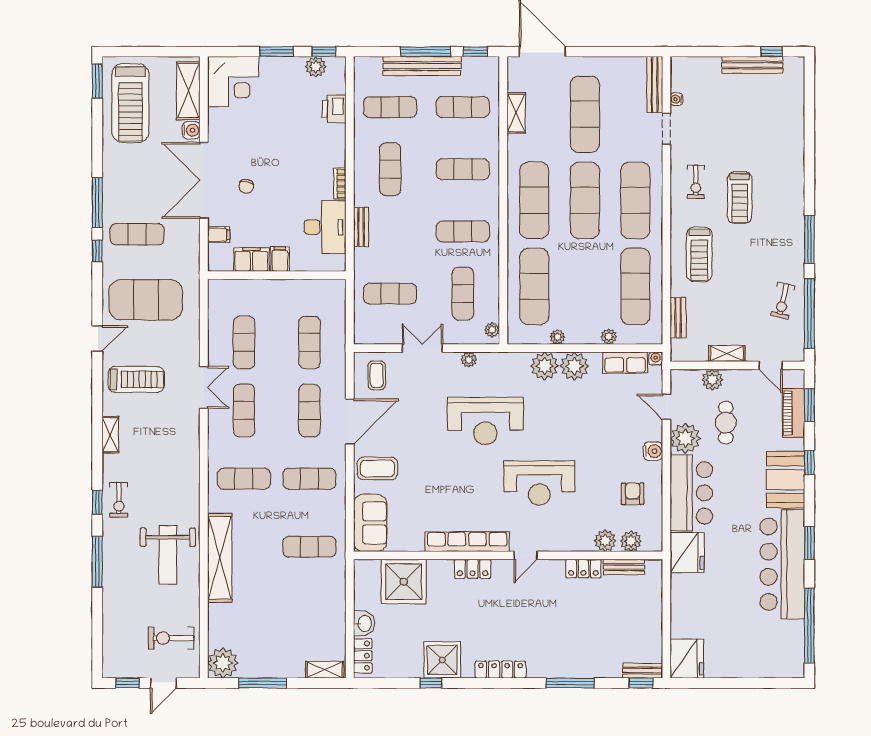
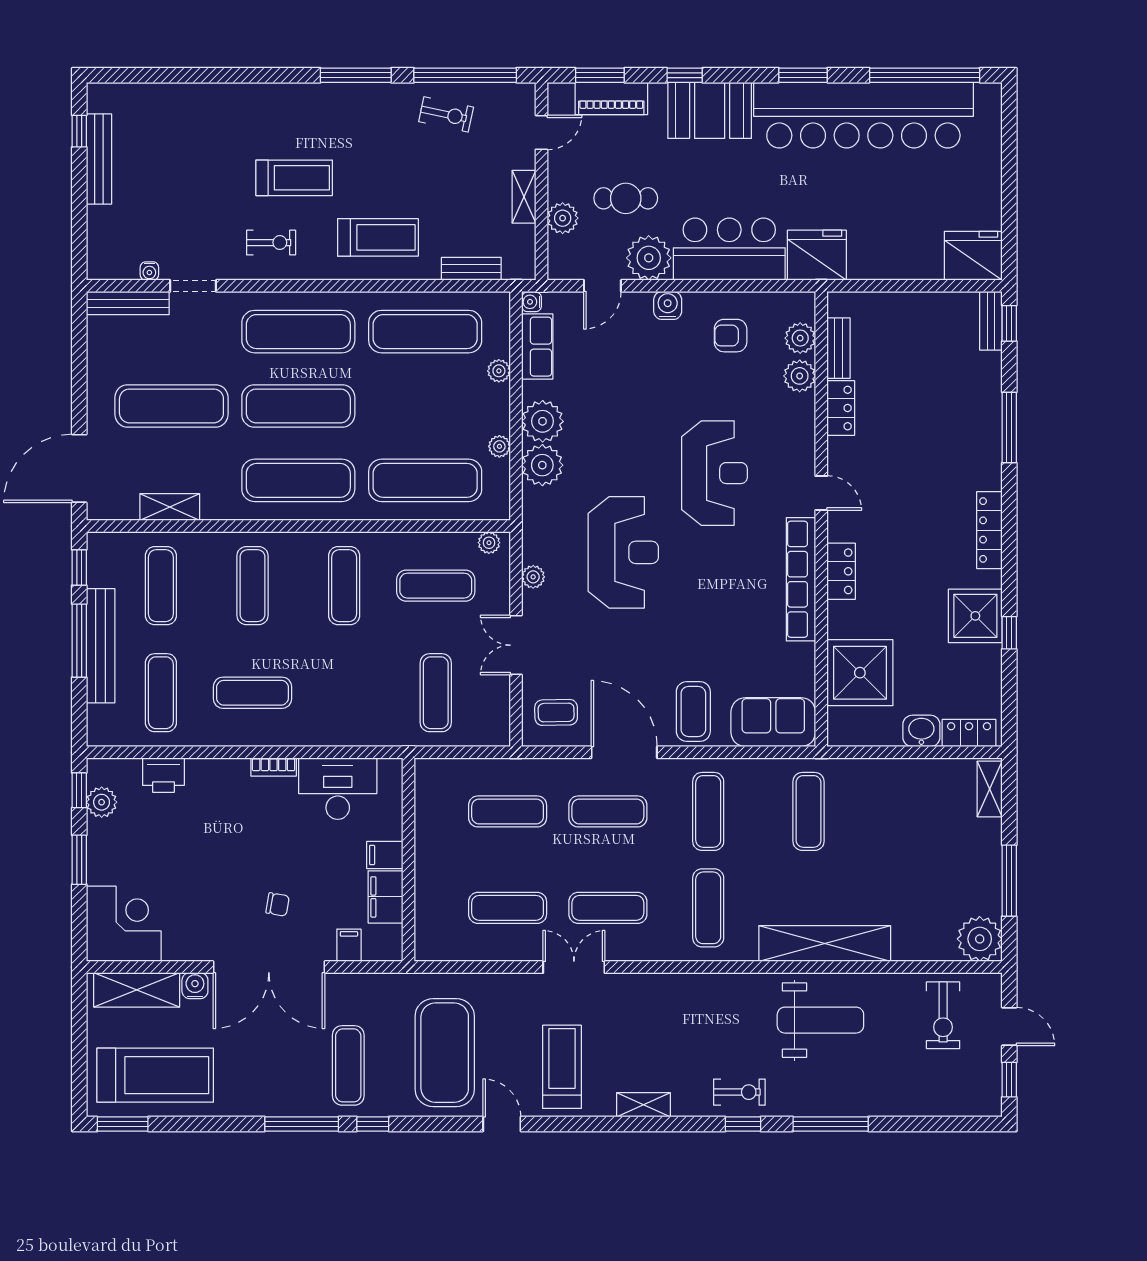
bench: (361, 227) -> (338, 736), removed
bar counter: (782, 564) -> (863, 115), width x1.36

